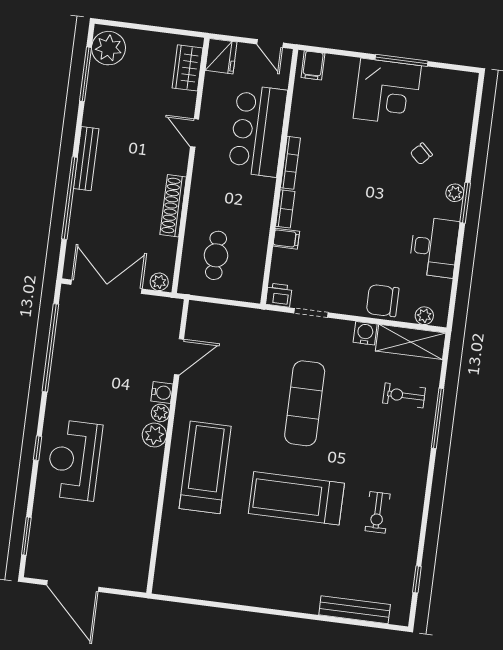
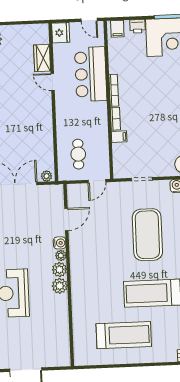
wardrobe: (187, 68) -> (42, 58), moved
shoe rack: (173, 206) -> (47, 128), removed
printer: (279, 295) -> (137, 26), moved, turned 180
door: (239, 304) -> (97, 181), added
exercise mat: (305, 403) -> (147, 235), width x1.47
plant: (150, 461) -> (60, 286), added
treadmill: (205, 467) -> (124, 335), moved, turned 90

